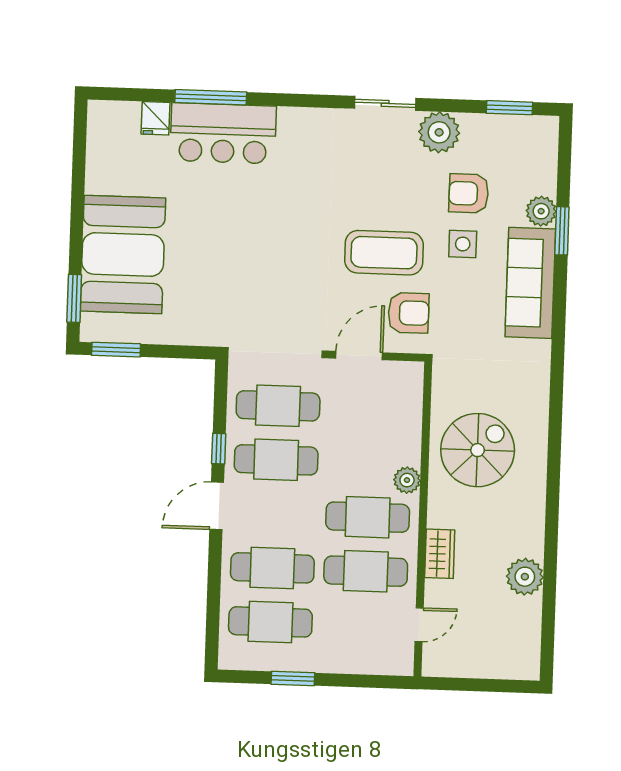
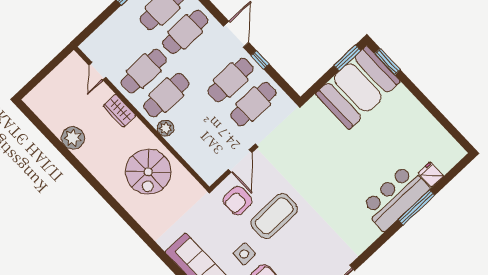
booth: (123, 255) -> (358, 88), moved, turned 90

